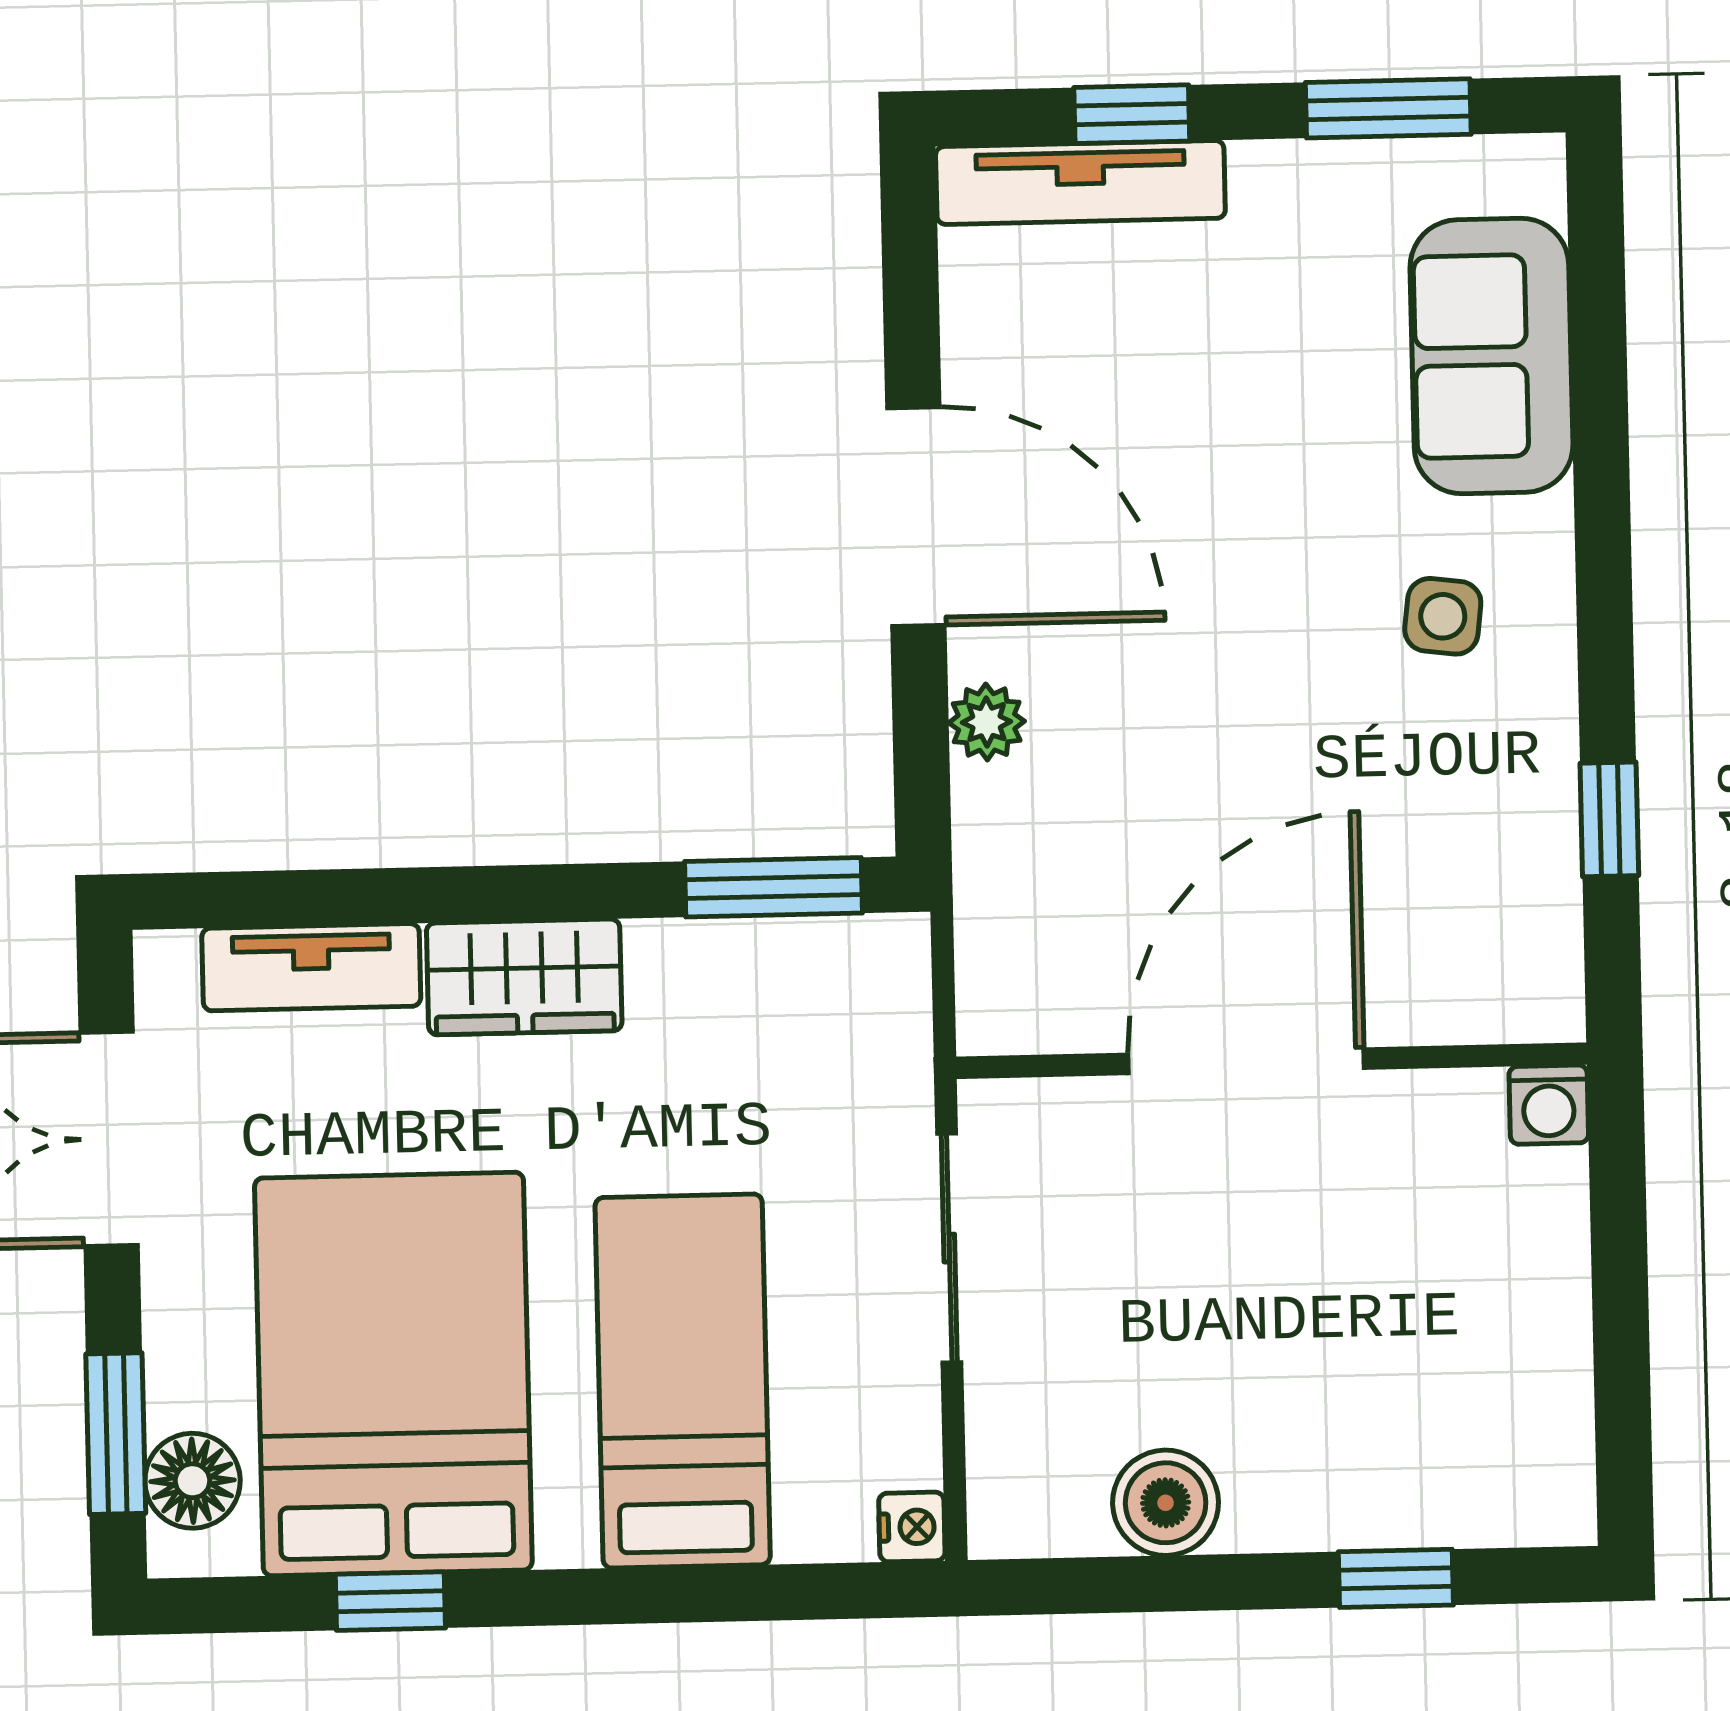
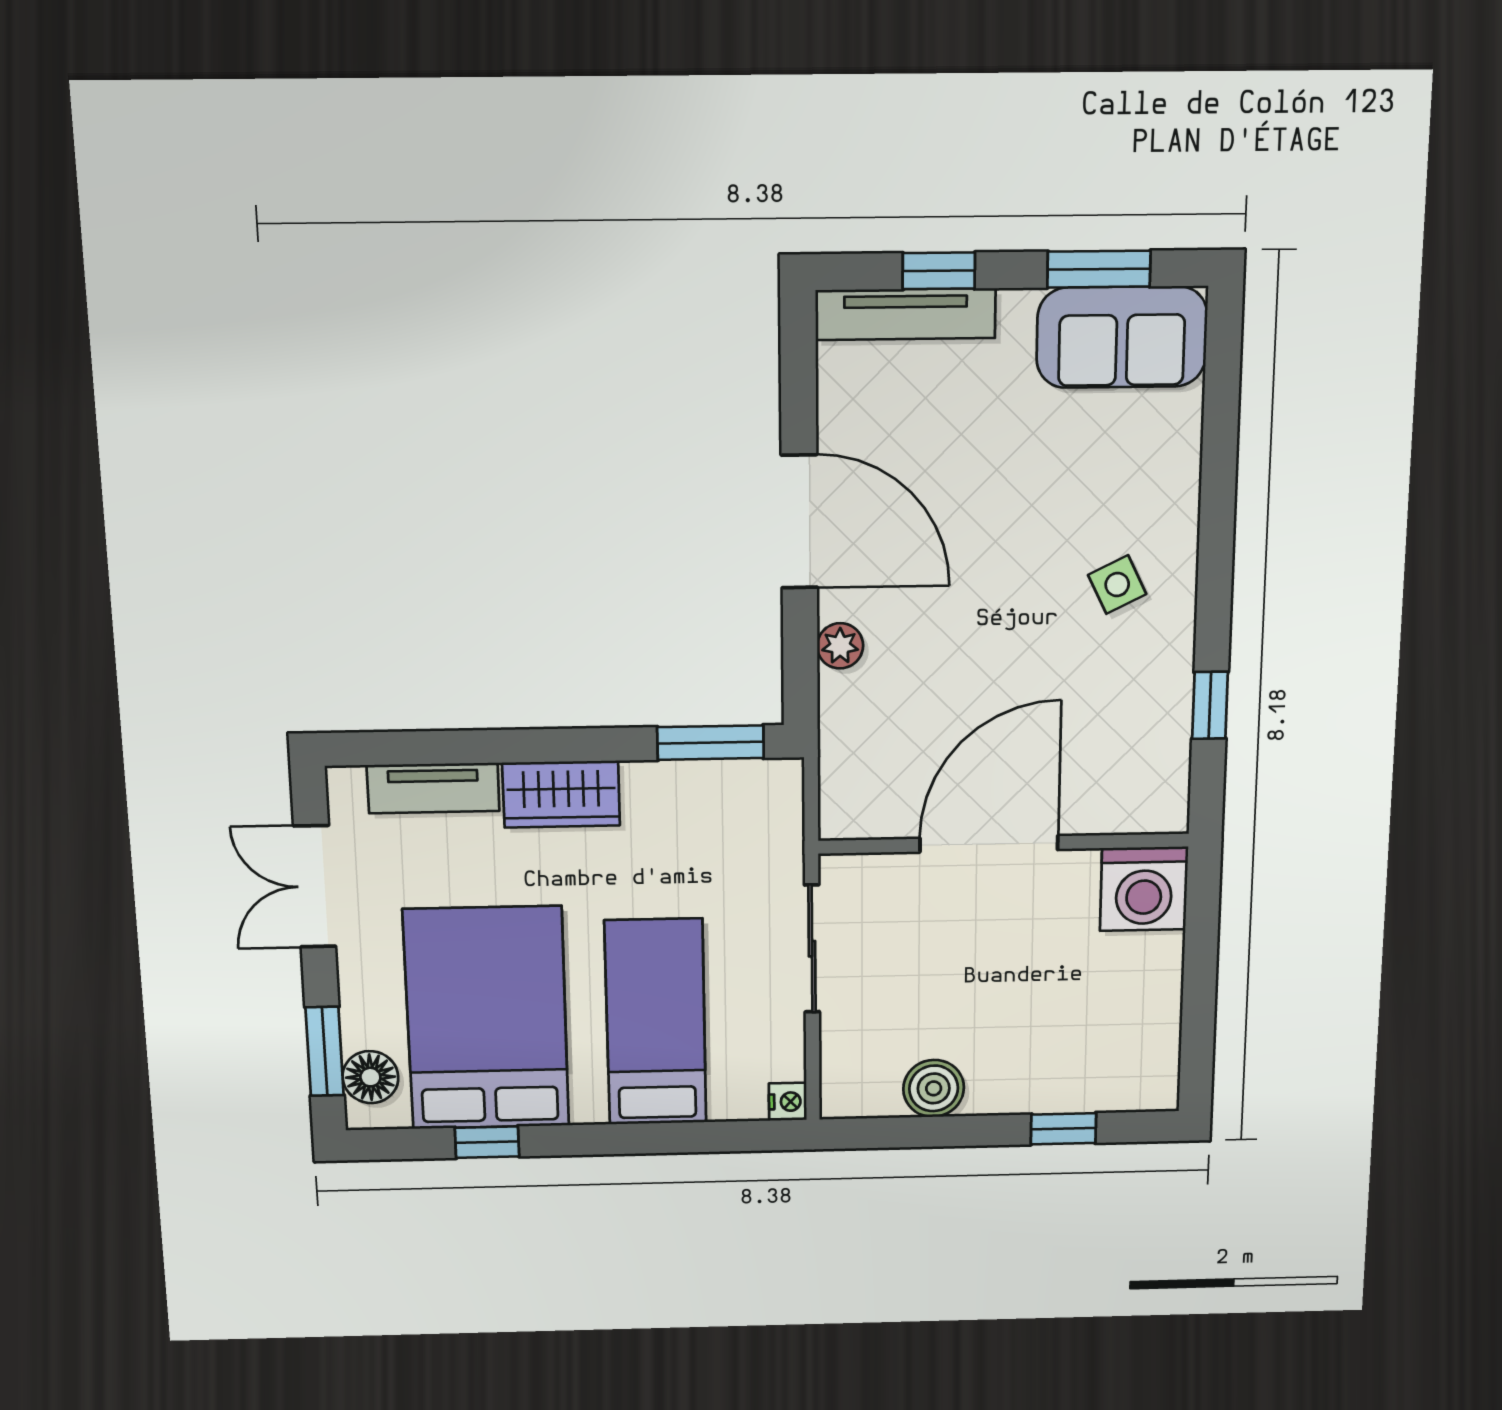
sofa: (1492, 356) -> (1122, 337), moved, turned -90
side table: (1443, 616) -> (1117, 585), turned -33
washing machine: (1549, 1105) -> (1144, 889), width x1.89, depth x1.89

